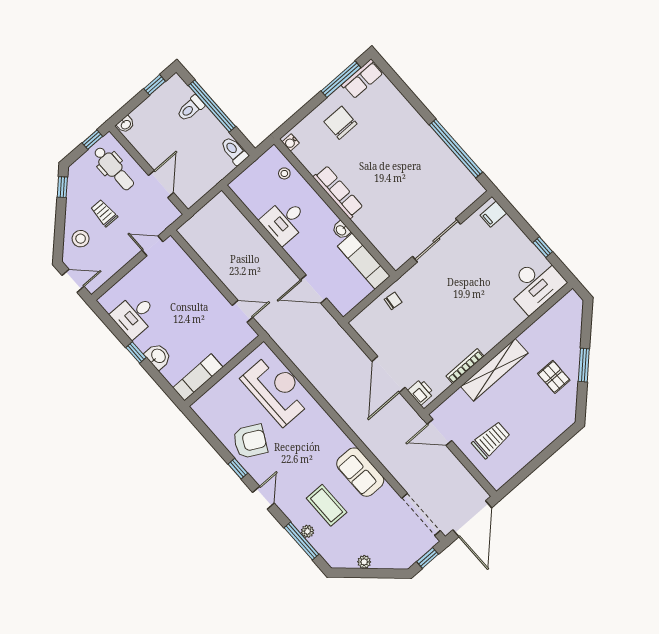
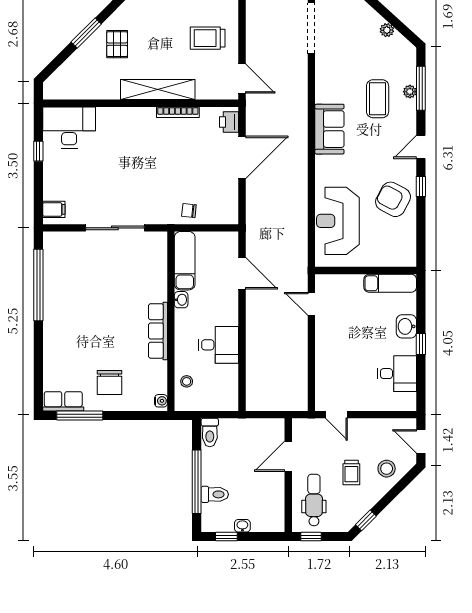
washbasin: (126, 124) -> (242, 526), moved
sofa: (360, 472) -> (329, 129), moved

